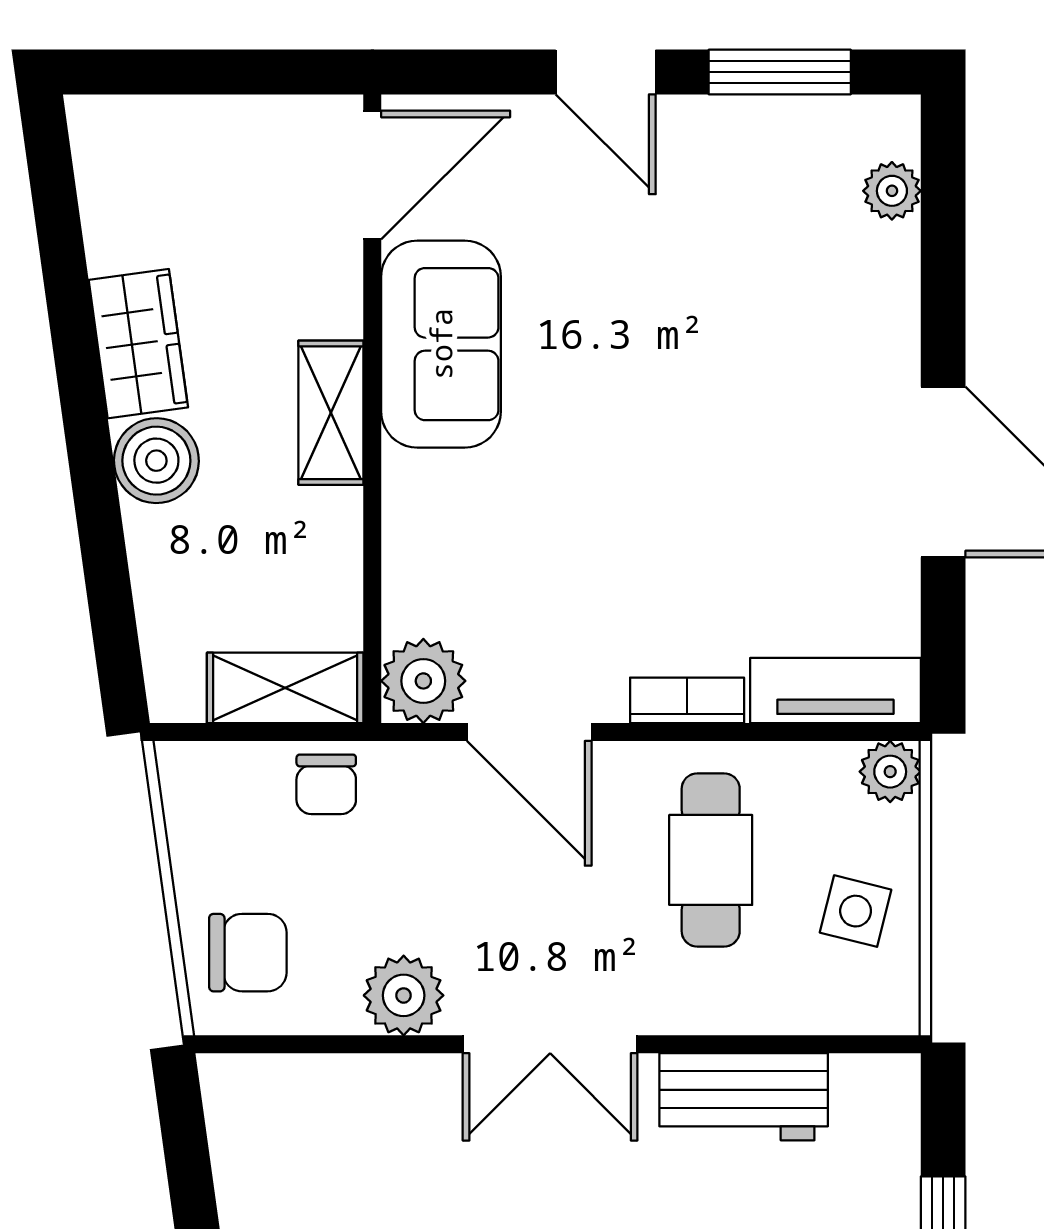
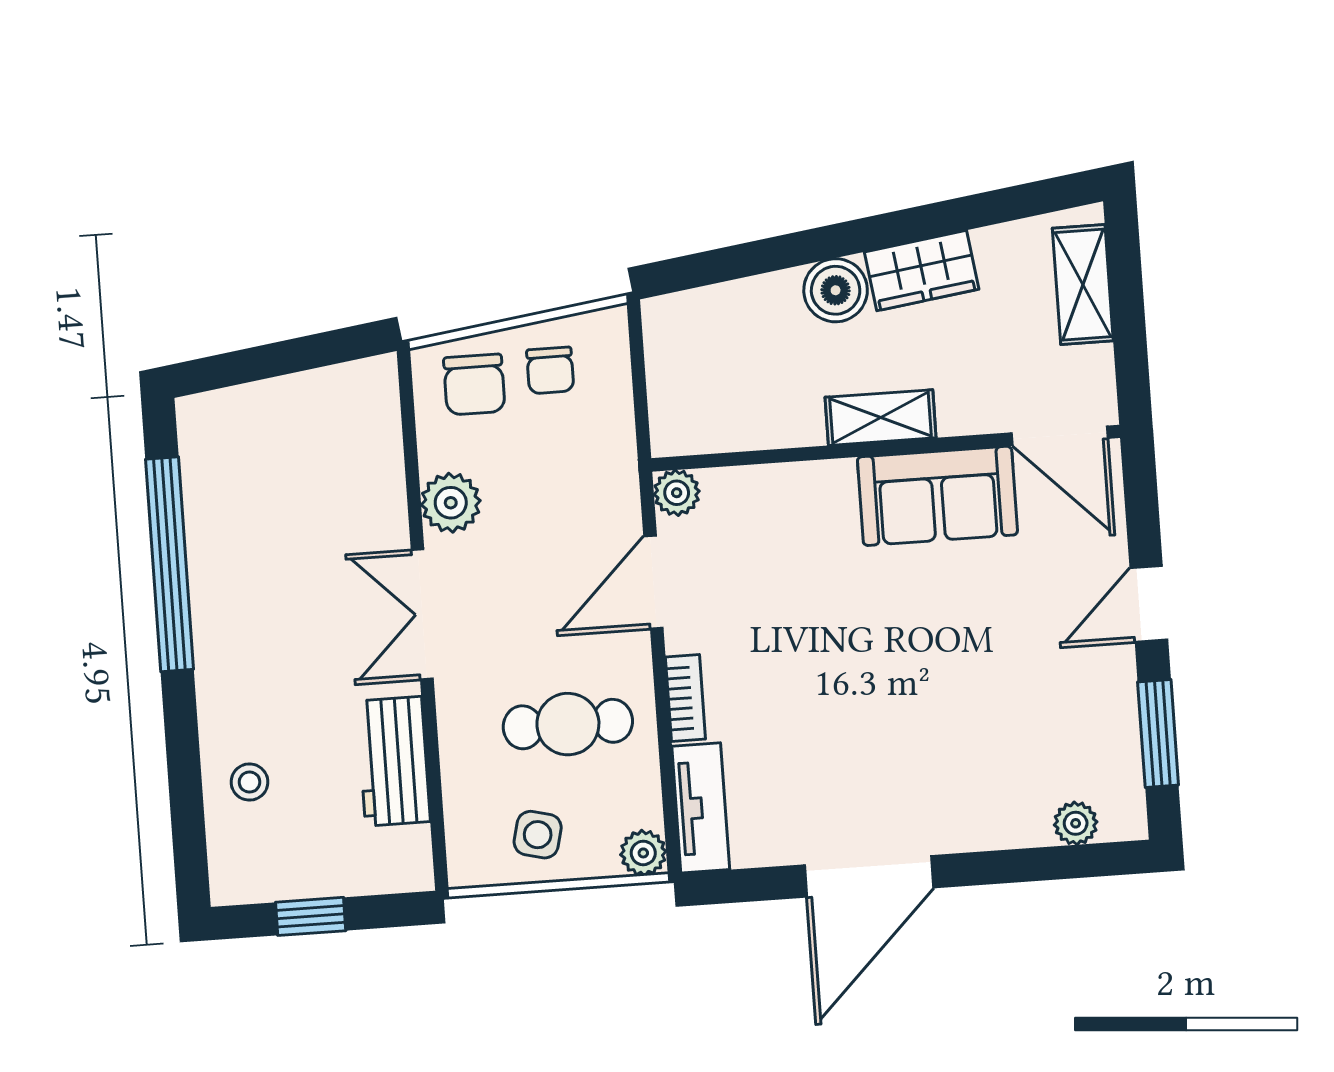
plant: (423, 681) -> (677, 493), width x0.73, depth x0.73
shelving: (285, 688) -> (1083, 285), moved
chair: (326, 784) -> (550, 370), moved, turned -90

